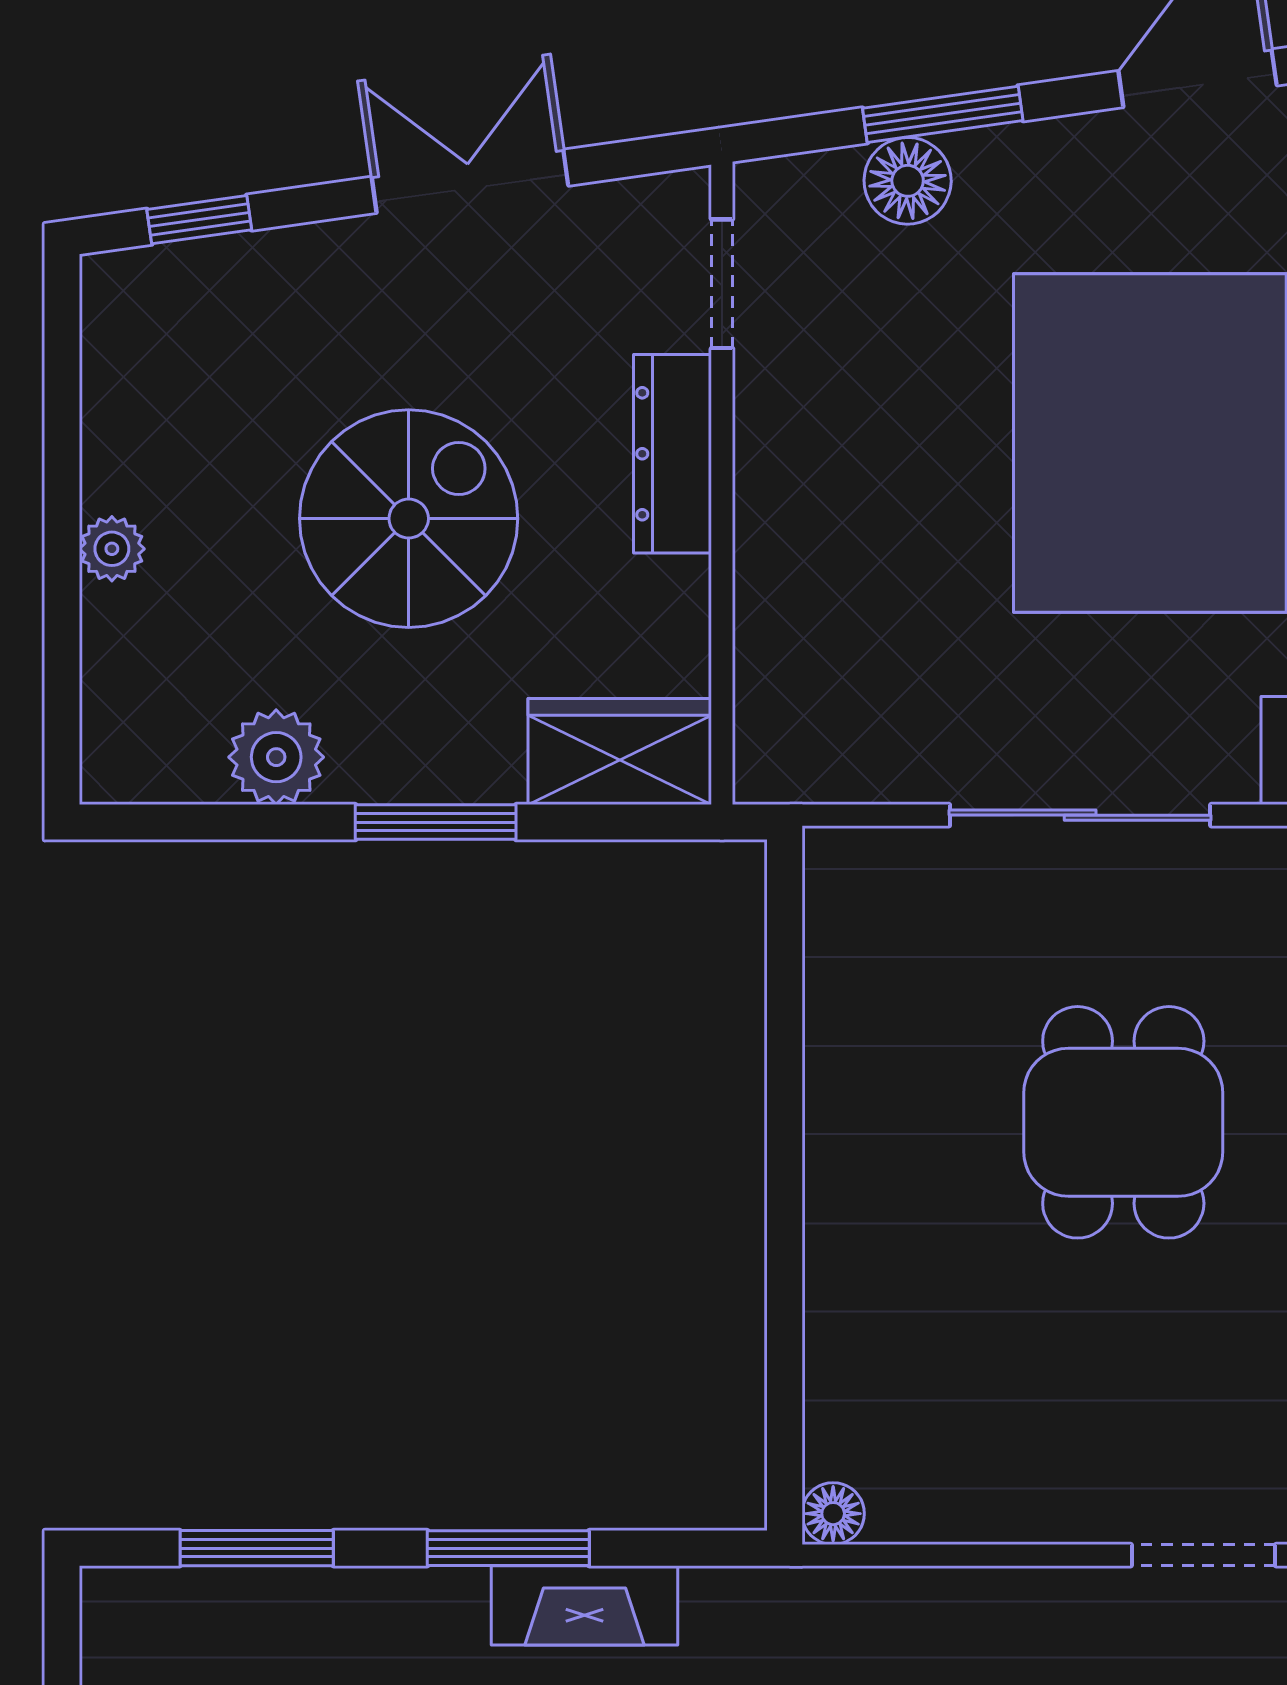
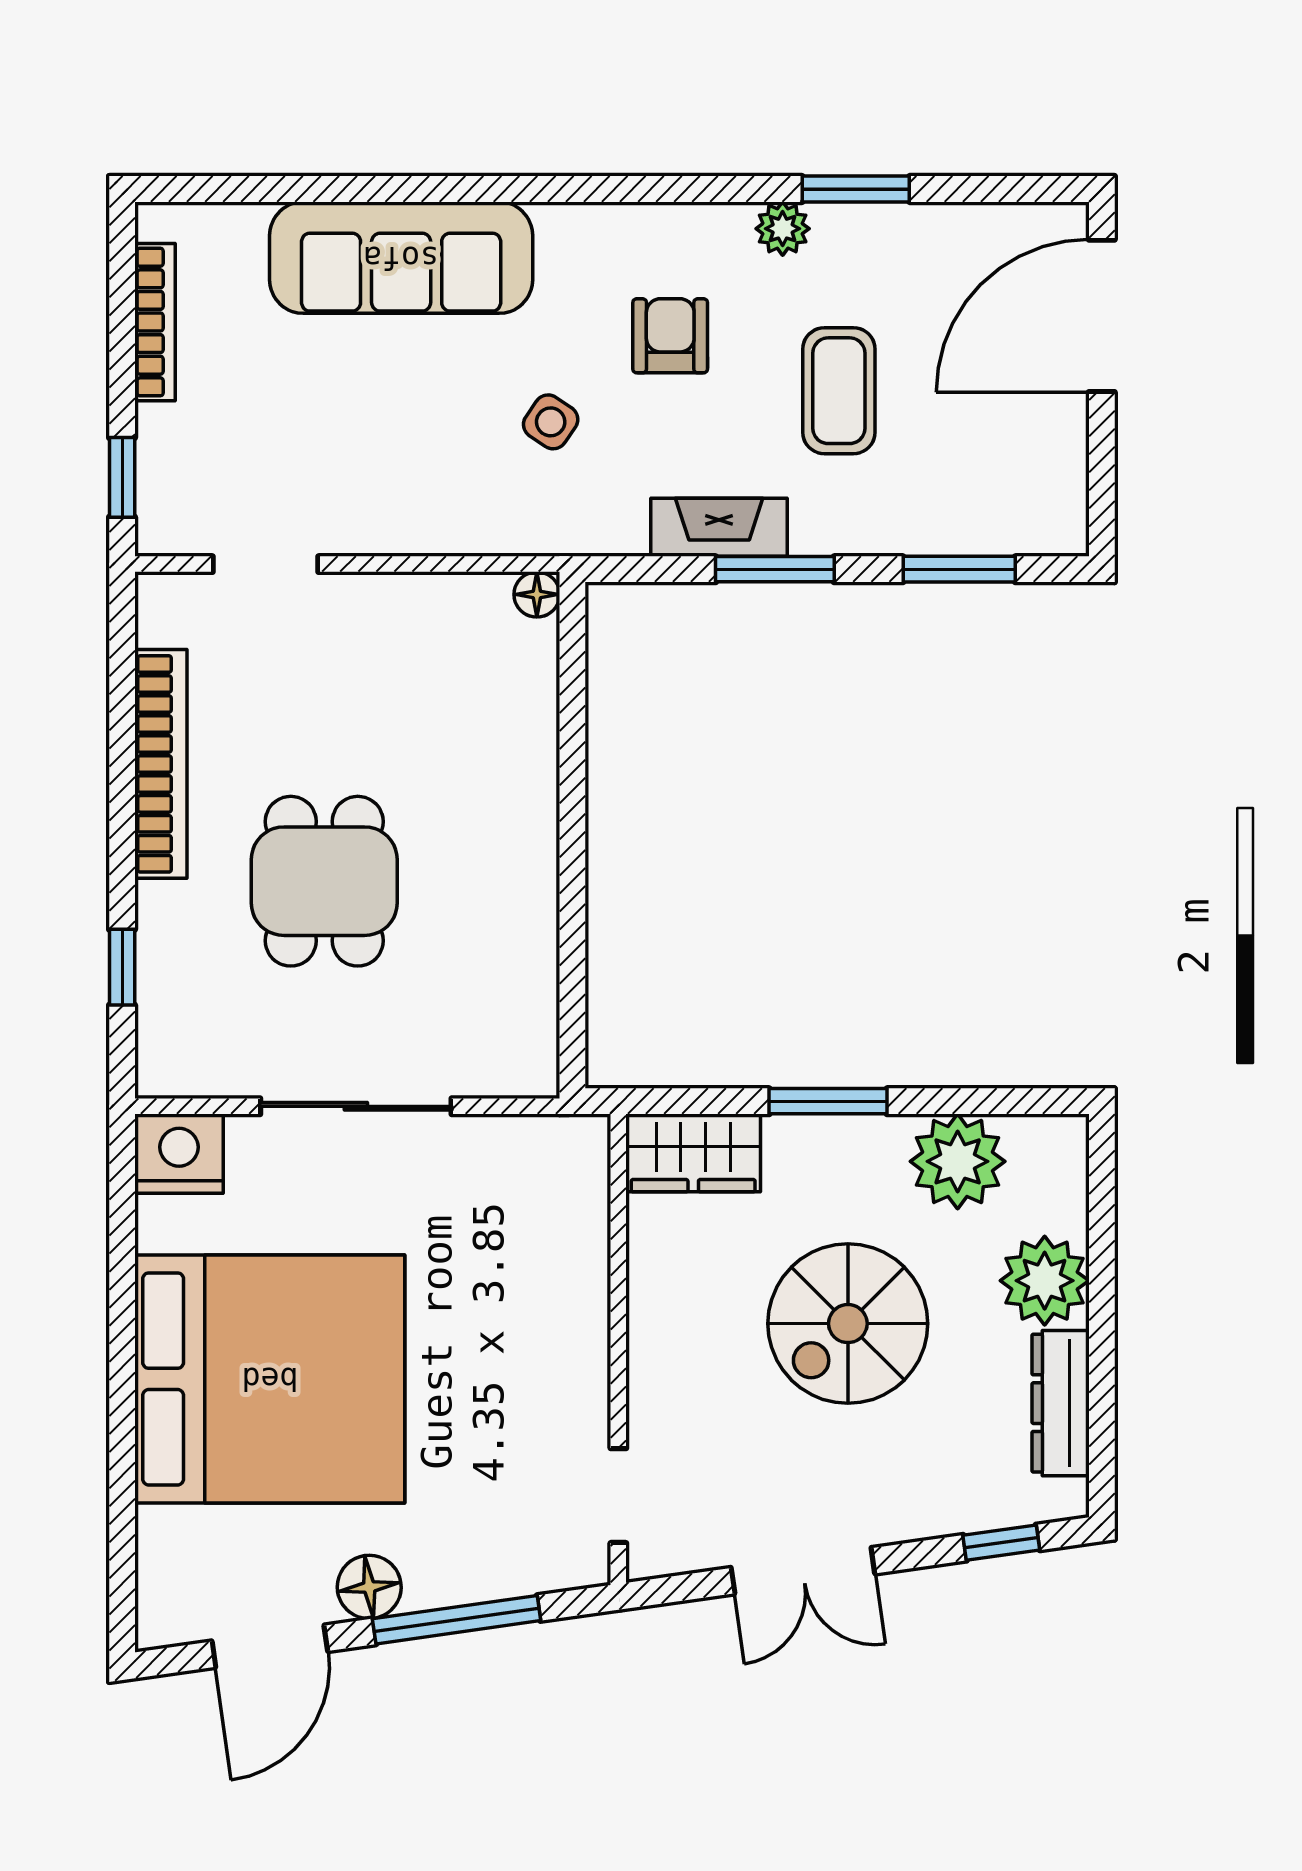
window: (943, 114) -> (457, 1620), width x1.44
floor lamp: (908, 181) -> (369, 1587), moved
dresser: (673, 454) -> (1061, 1403), moved, turned 180
plant: (112, 549) -> (1045, 1281), width x1.88, depth x1.88
plant: (276, 757) -> (958, 1161), width x1.36, depth x1.36

